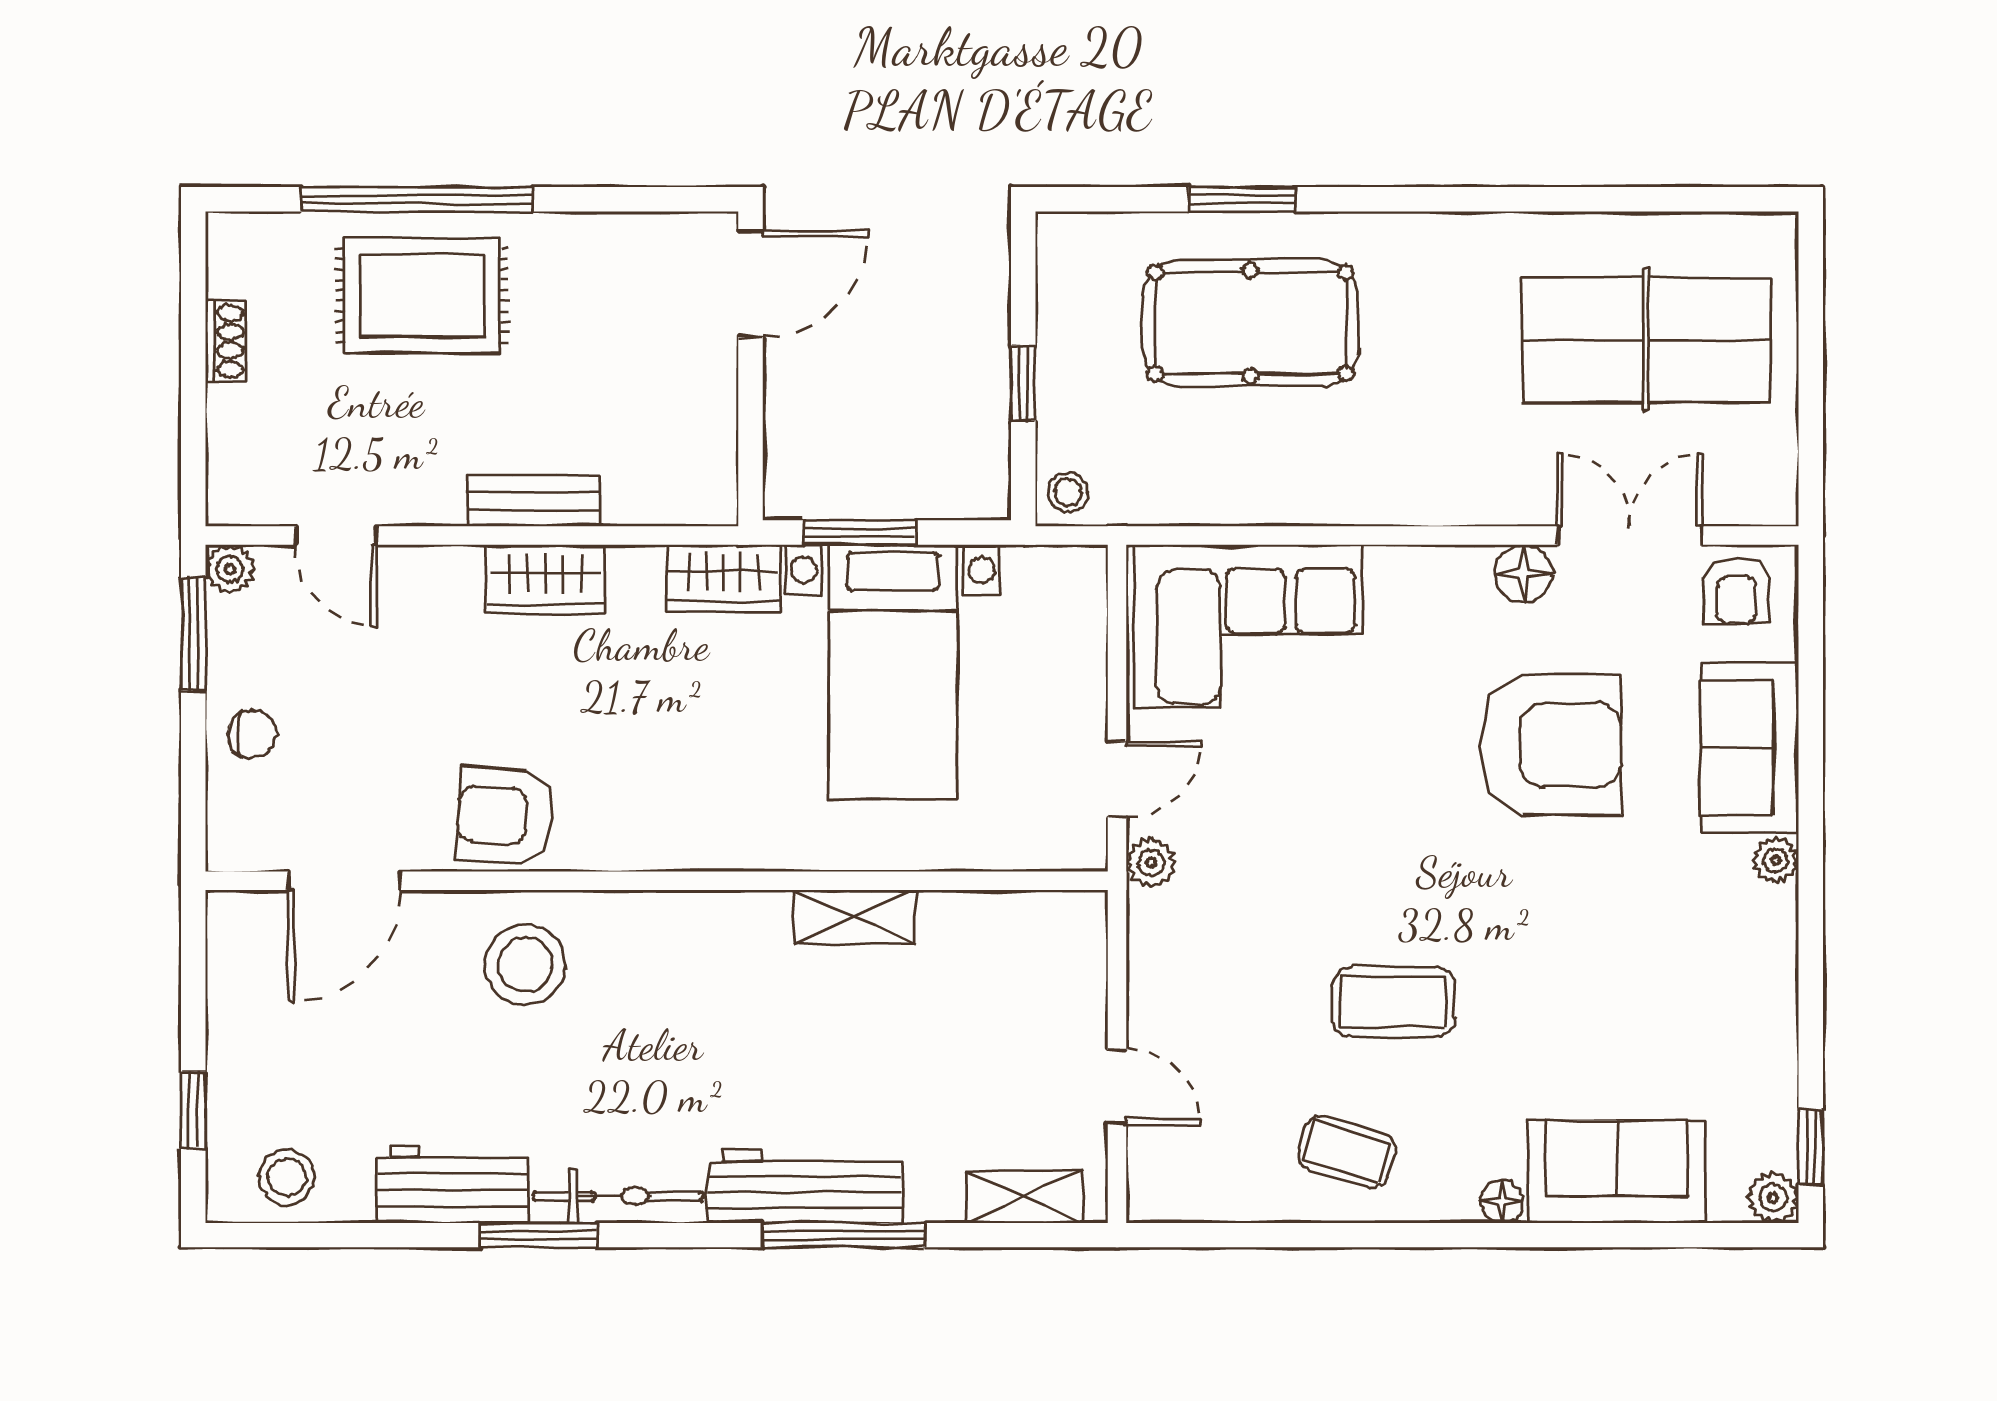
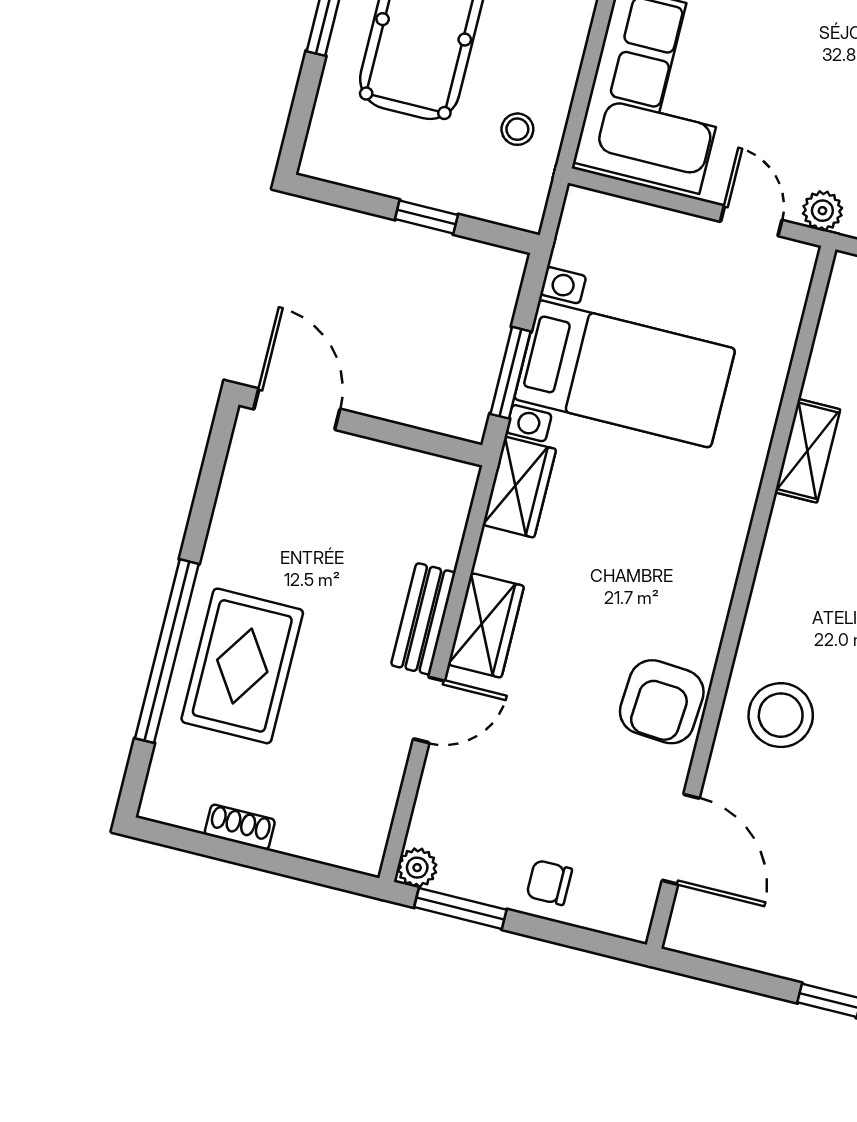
stool: (1068, 492) -> (517, 129), moved
door: (336, 536) -> (429, 710), moved
chair: (252, 734) -> (549, 883), turned -90

